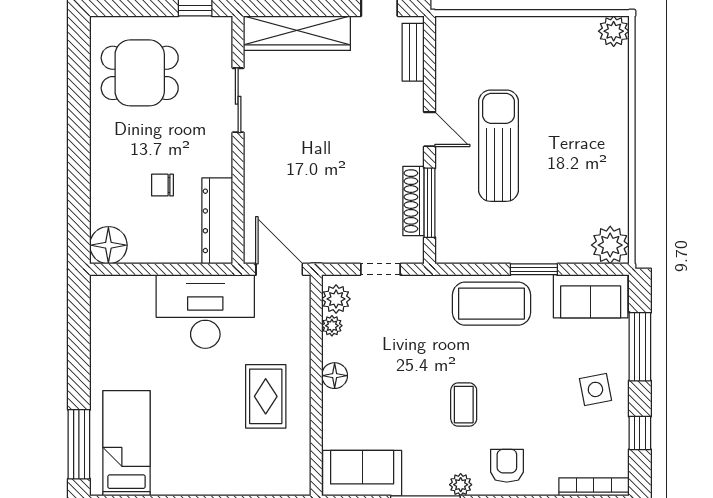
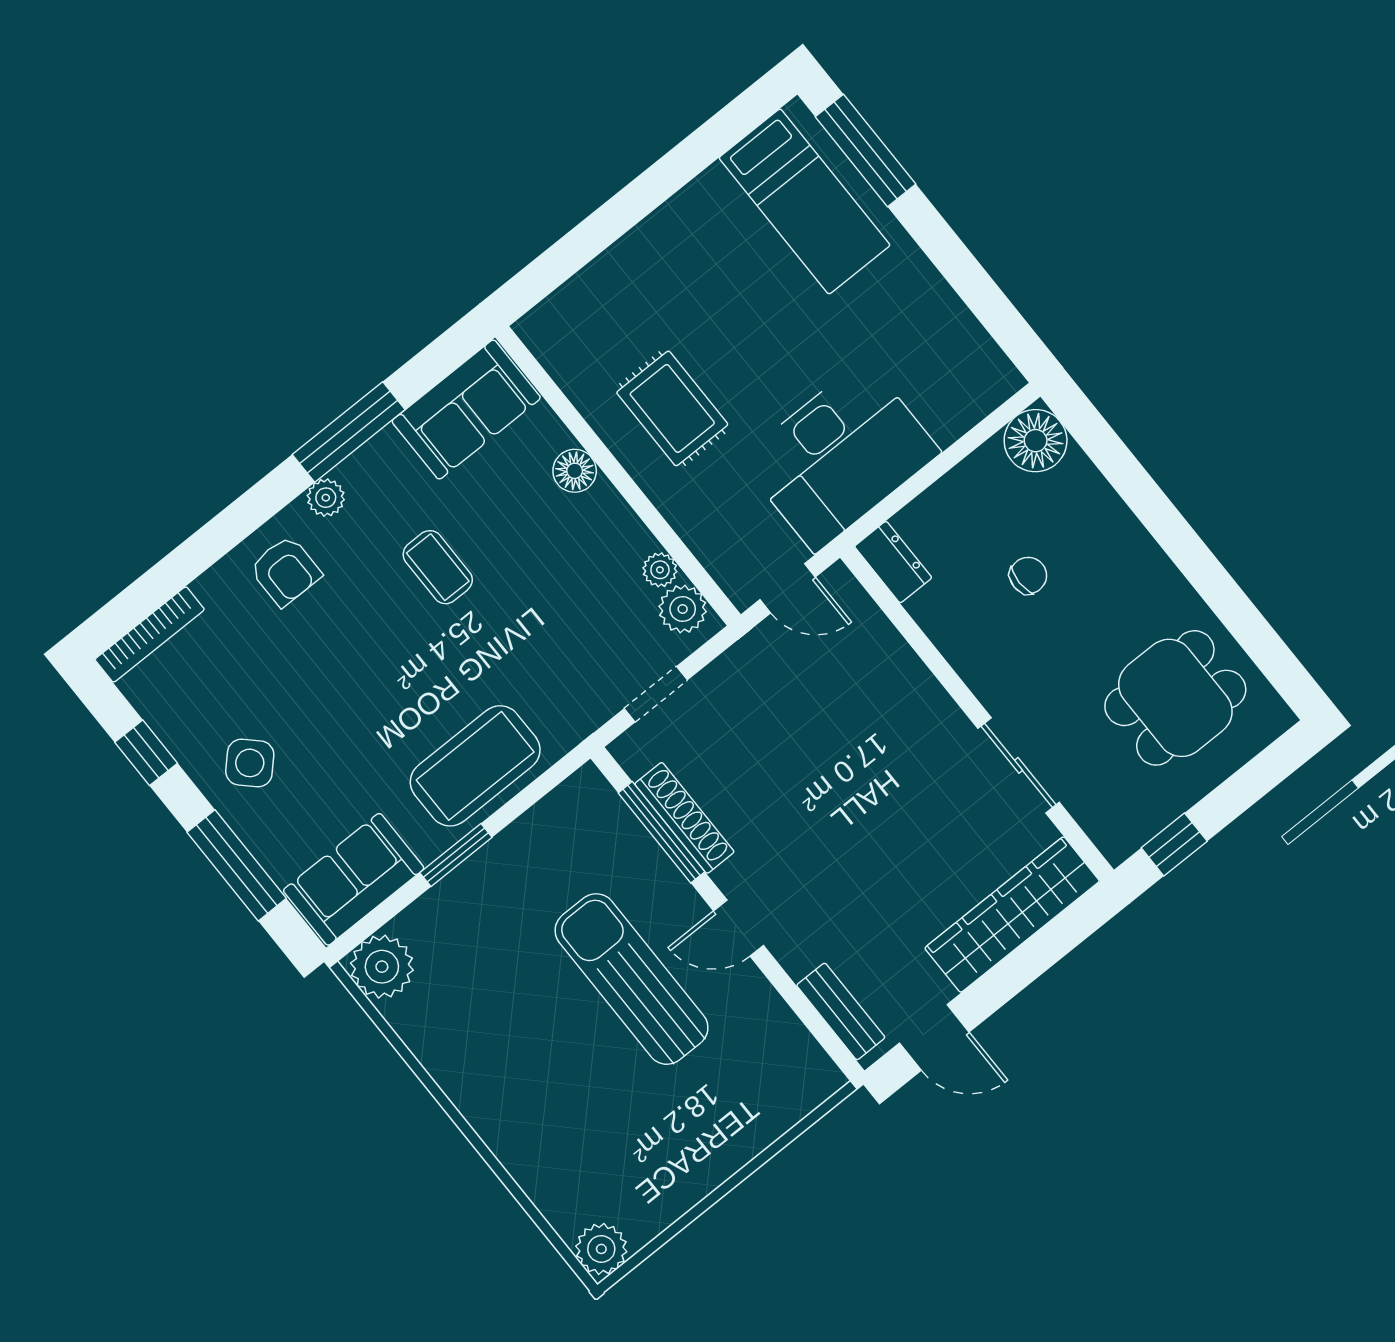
sun lounger: (499, 146) -> (632, 979), turned 180
dresser: (217, 221) -> (893, 562), width x0.51, depth x0.80
door: (279, 269) -> (788, 588), width x0.73
floor lamp: (335, 376) -> (575, 471), moved
side table: (595, 389) -> (250, 763), turned -35
coffee table: (464, 405) -> (438, 567), moved

